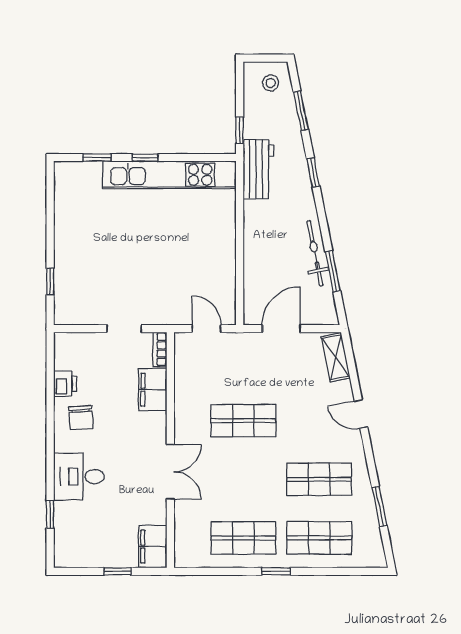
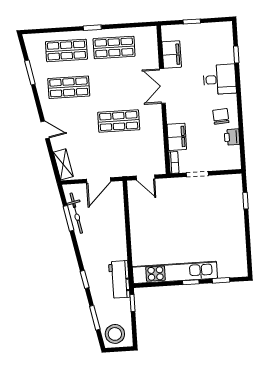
stool: (271, 83) -> (115, 334), width x1.89, depth x1.89
bicycle: (315, 253) -> (76, 213), moved
filing cabinet: (153, 547) -> (172, 55), moved

